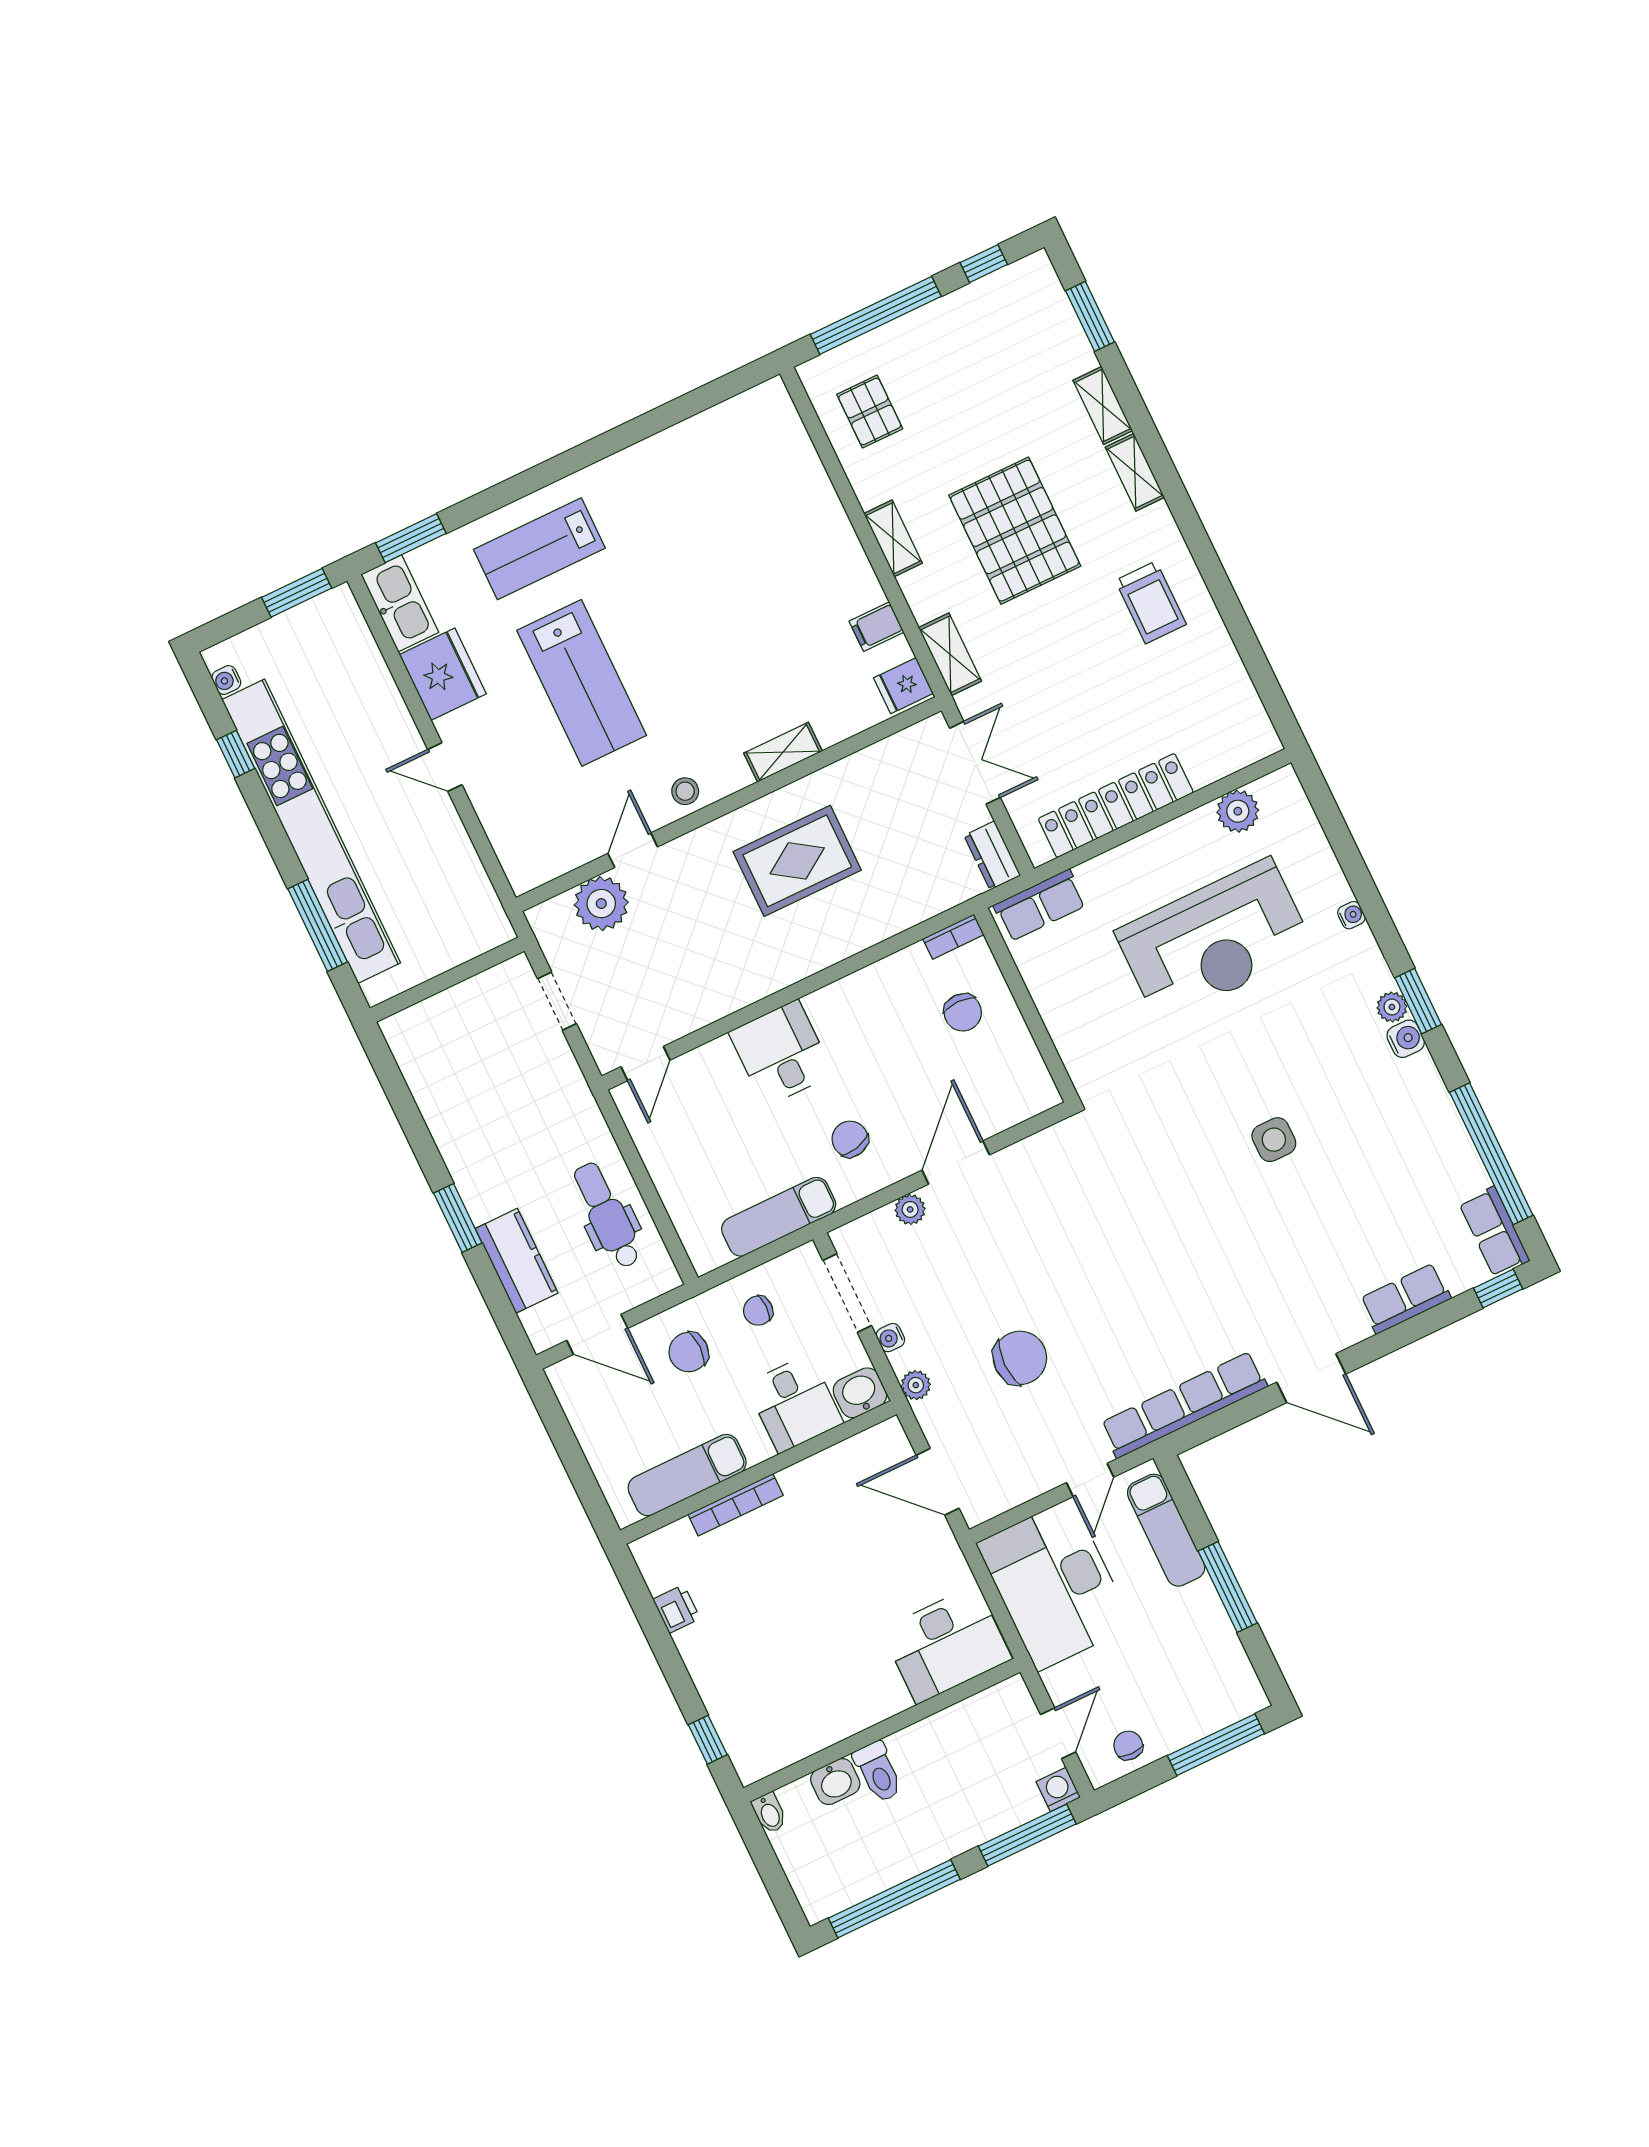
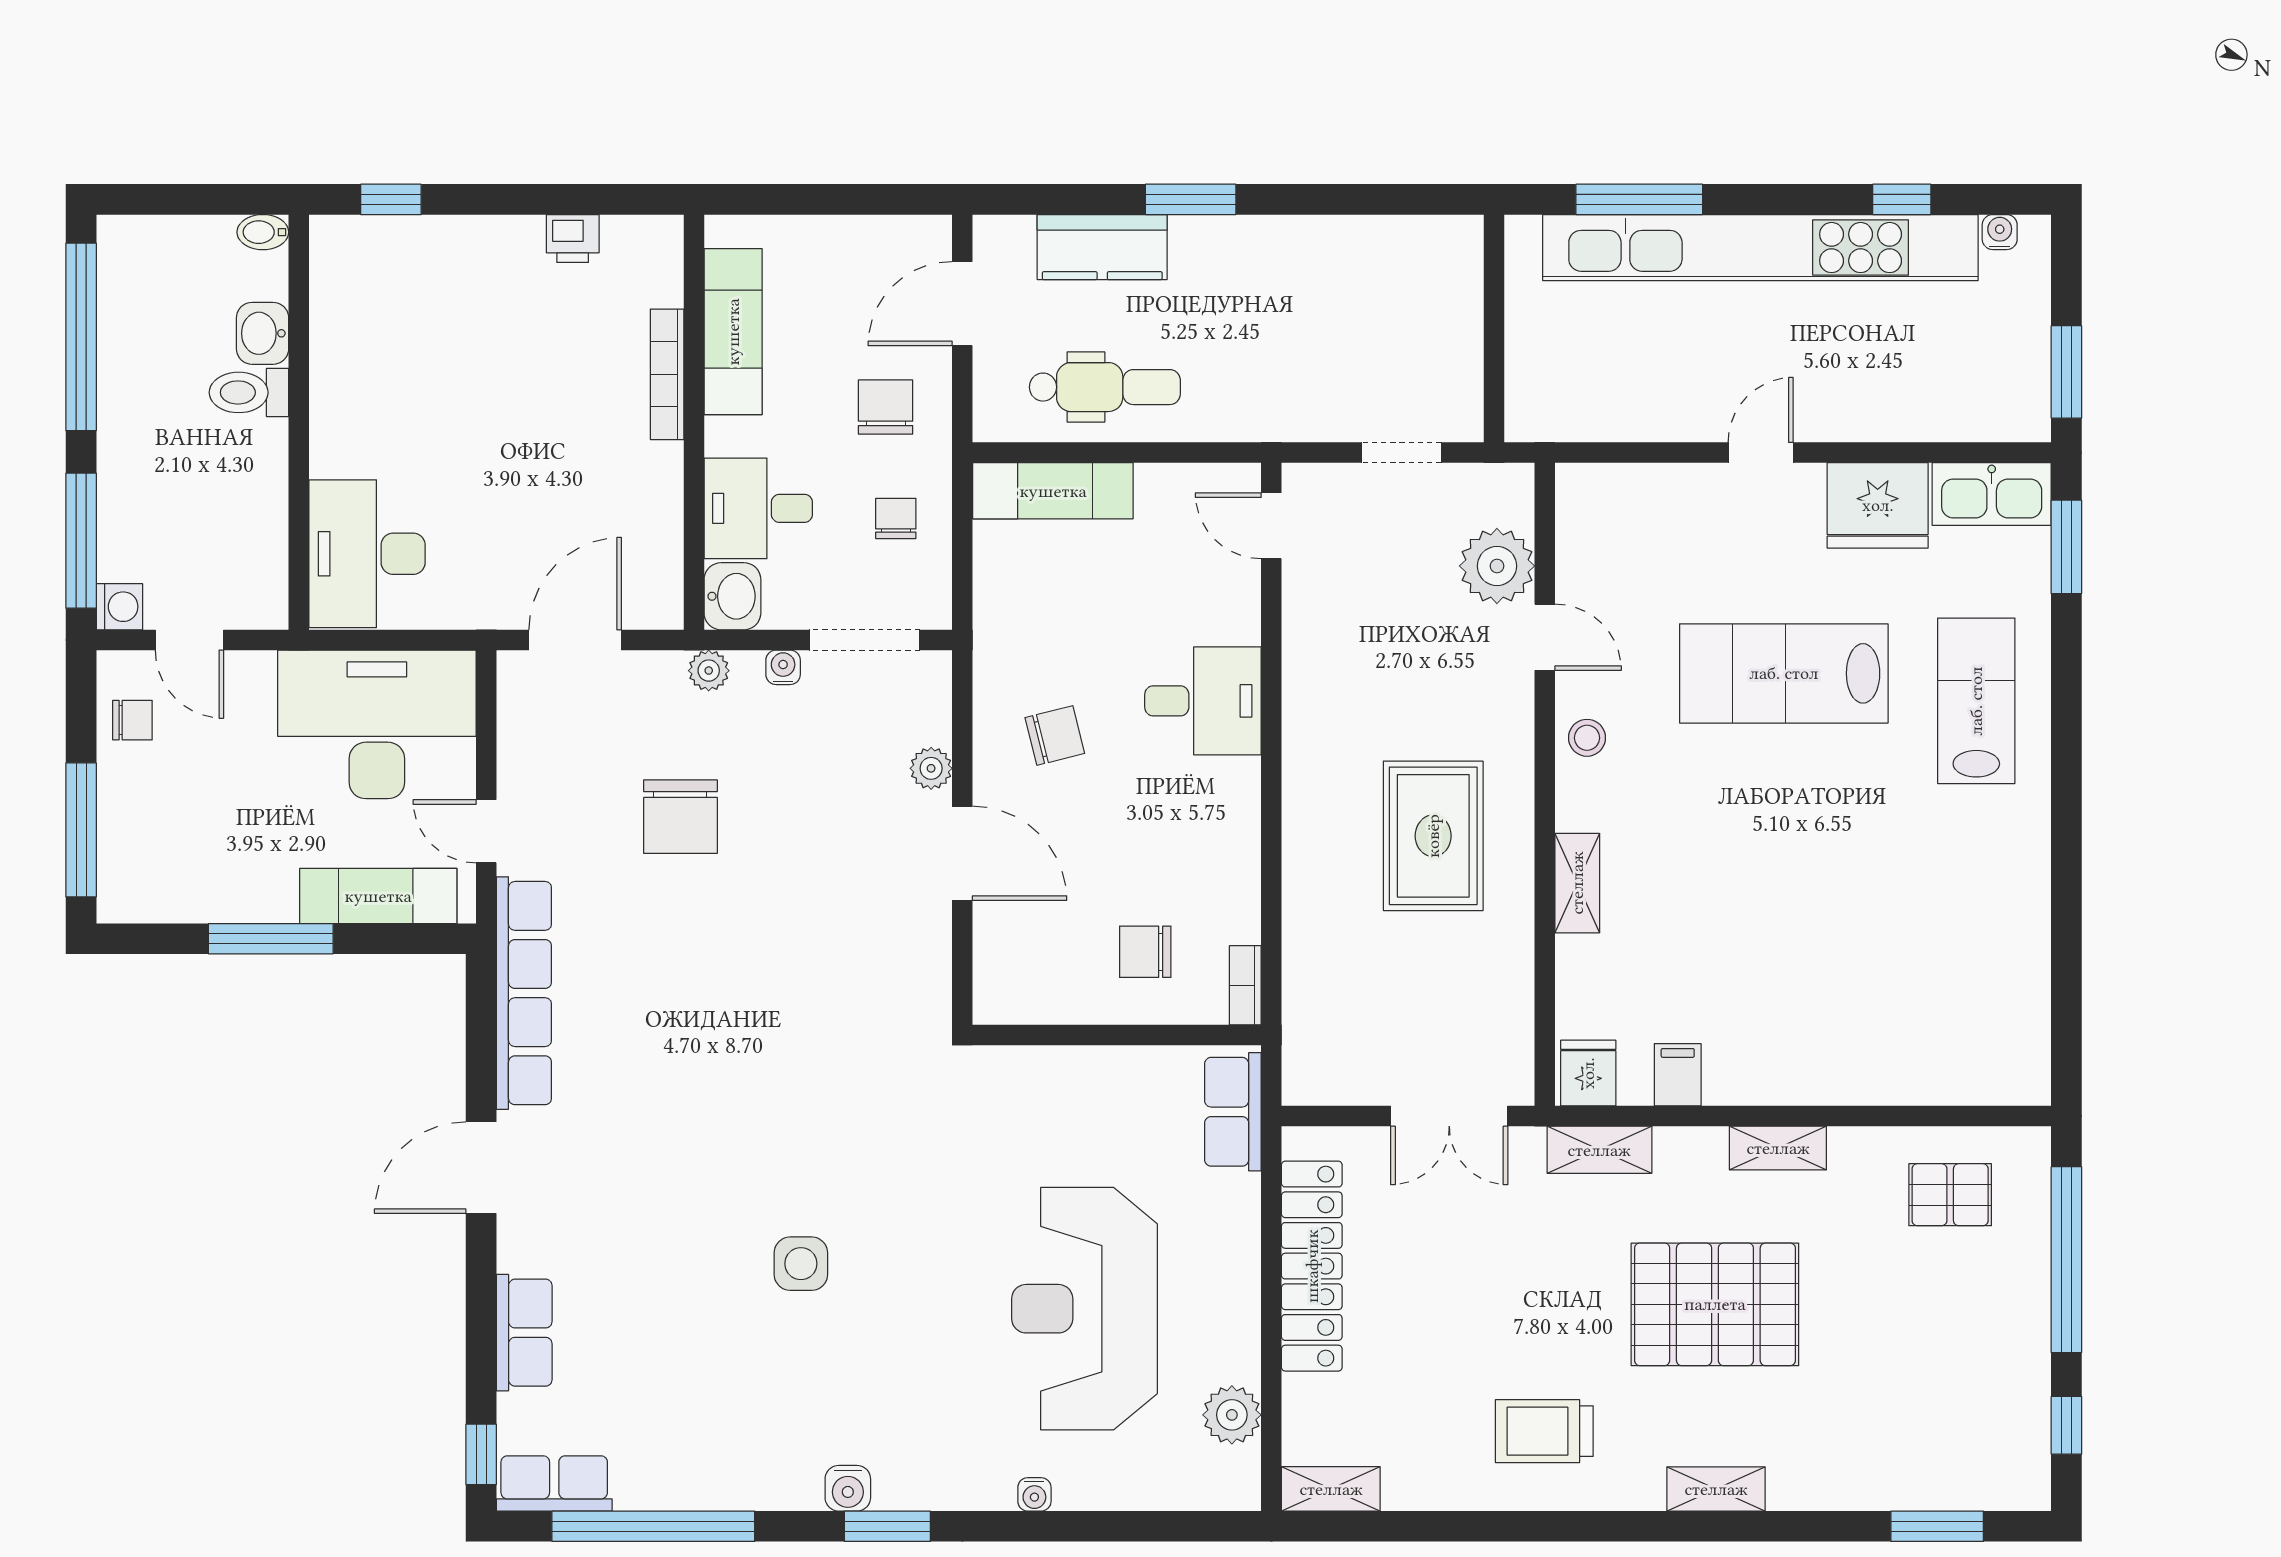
shelving: (1103, 406) -> (1331, 1489), moved
dresser: (992, 855) -> (1323, 1082), removed
plant: (1392, 1007) -> (896, 1490), removed
exam couch: (779, 1217) -> (1053, 491), moved, turned 90

